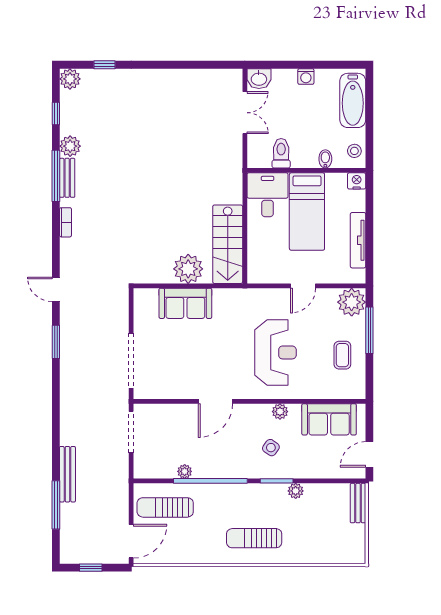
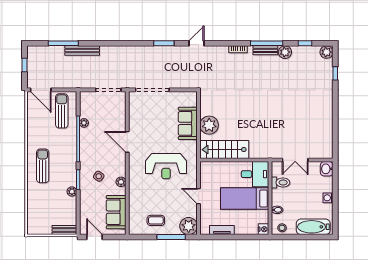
double door: (245, 113) -> (295, 160), moved
tv unit: (358, 240) -> (222, 230), width x0.71
reception desk: (275, 352) -> (166, 166), moved

